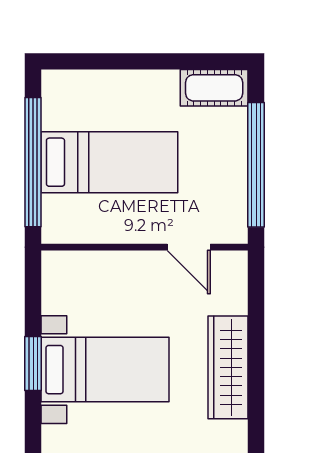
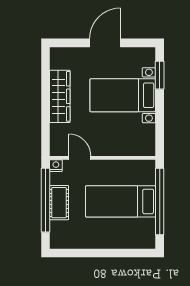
cot: (214, 88) -> (59, 203), moved, turned 90
nightstand: (236, 232) -> (56, 166), added
window: (33, 363) -> (160, 75), moved

